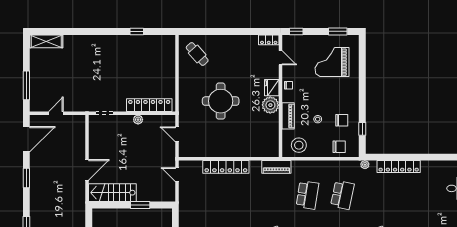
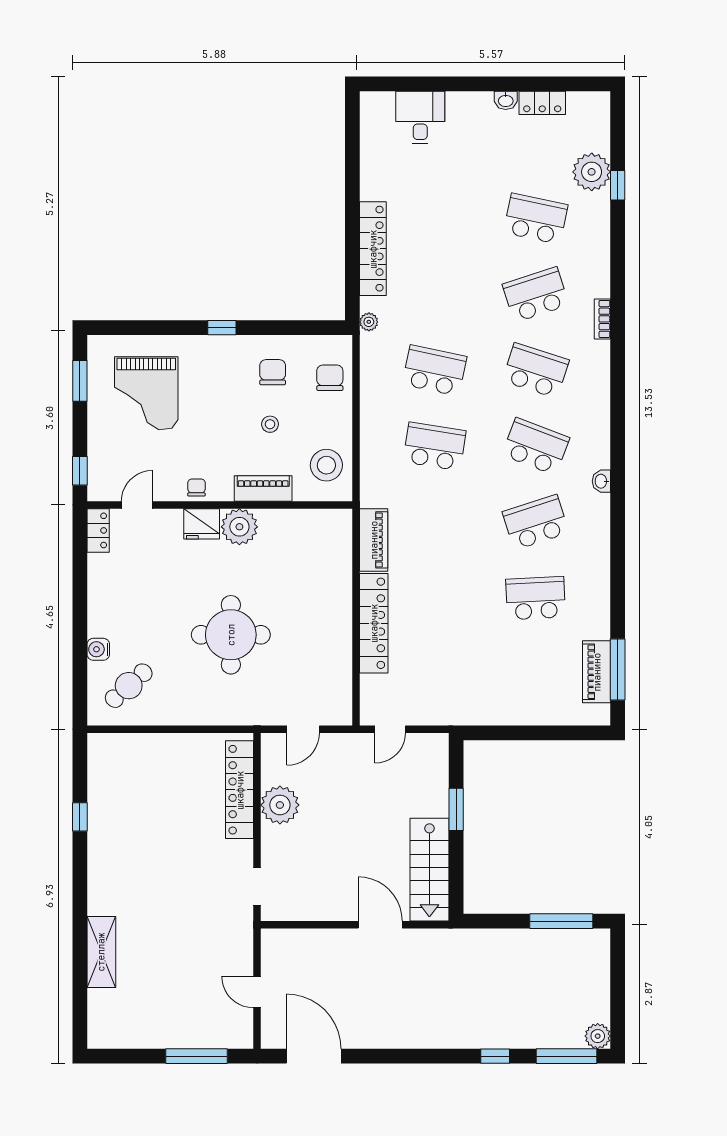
water cooler: (214, 40) -> (98, 649), added
shelving: (46, 41) -> (101, 952), moved
plant: (138, 120) -> (280, 805), width x1.88, depth x1.88
window: (362, 129) -> (222, 328), moved
piano: (276, 167) -> (374, 540), moved
window: (26, 178) -> (398, 1056), removed

